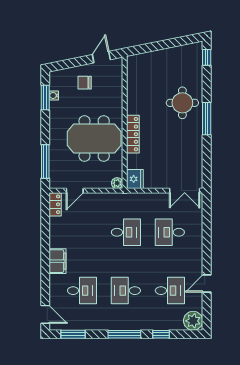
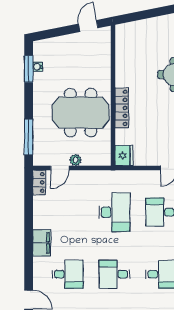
chair: (85, 83) -> (70, 53), removed
plant: (117, 183) -> (76, 160), moved
desk: (126, 232) -> (114, 212), width x1.37

